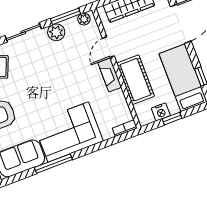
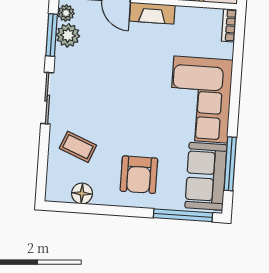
plant: (56, 32) -> (68, 35), moved
window: (53, 164) -> (230, 164), moved

